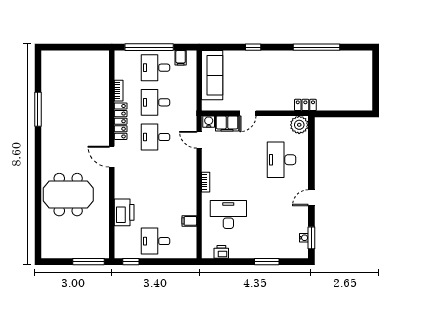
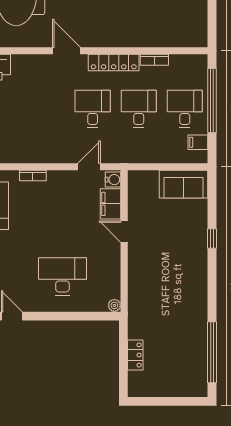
window: (316, 47) -> (212, 352), moved
sofa: (212, 75) -> (184, 184), width x0.73
locker: (305, 105) -> (135, 355), moved
plant: (299, 125) -> (114, 305), width x0.53, depth x0.53
door: (112, 157) -> (66, 51), hinge flipped

